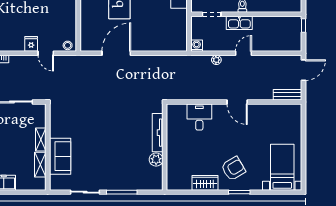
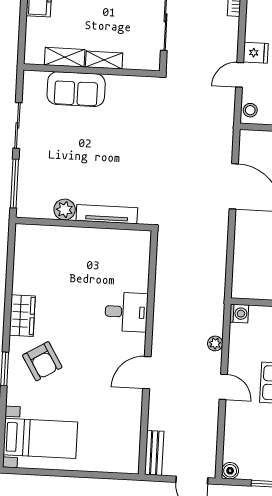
boiler: (296, 46) -> (230, 471), added
tv unit: (158, 133) -> (107, 214), moved
wall: (165, 147) -> (84, 224), moved
plant: (156, 160) -> (65, 210), moved

